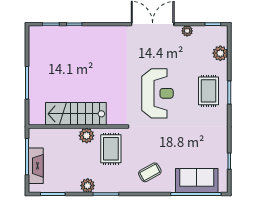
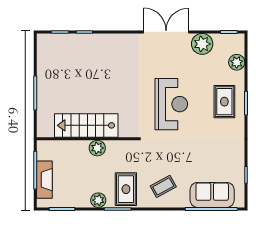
plant: (187, 31) -> (202, 44), width x1.88, depth x1.88
rug: (111, 149) -> (126, 189), moved

